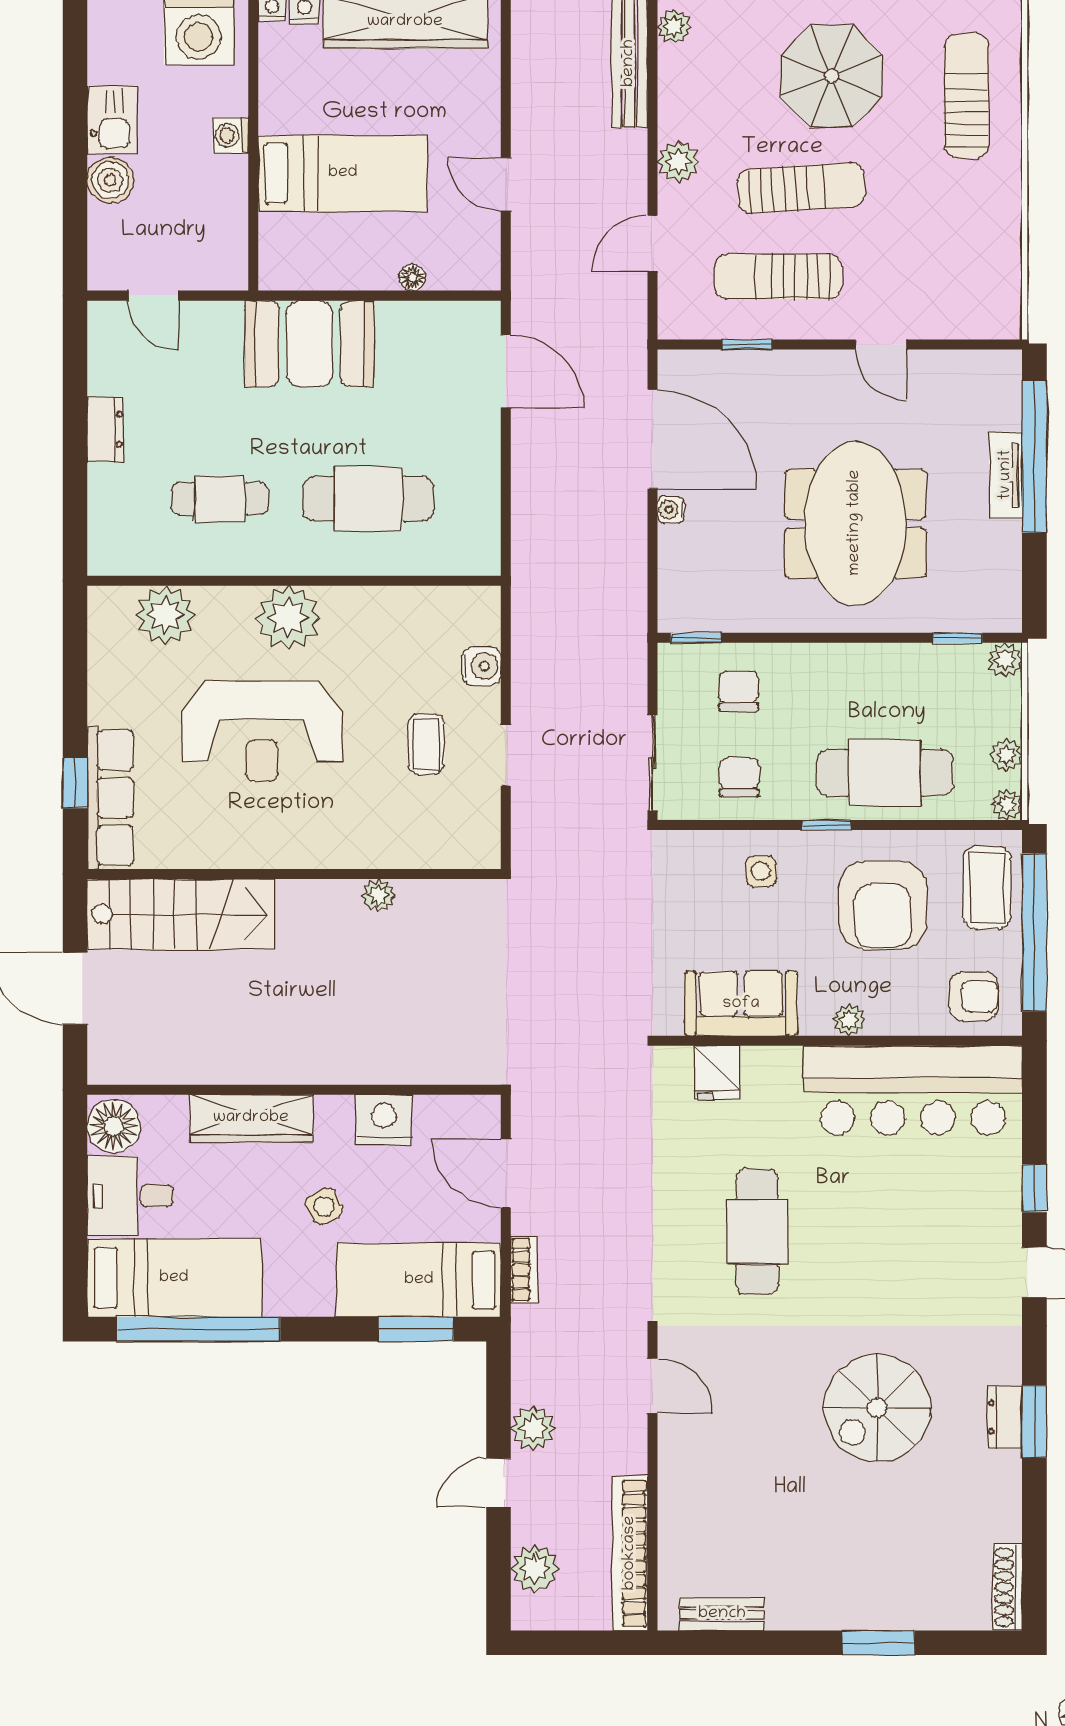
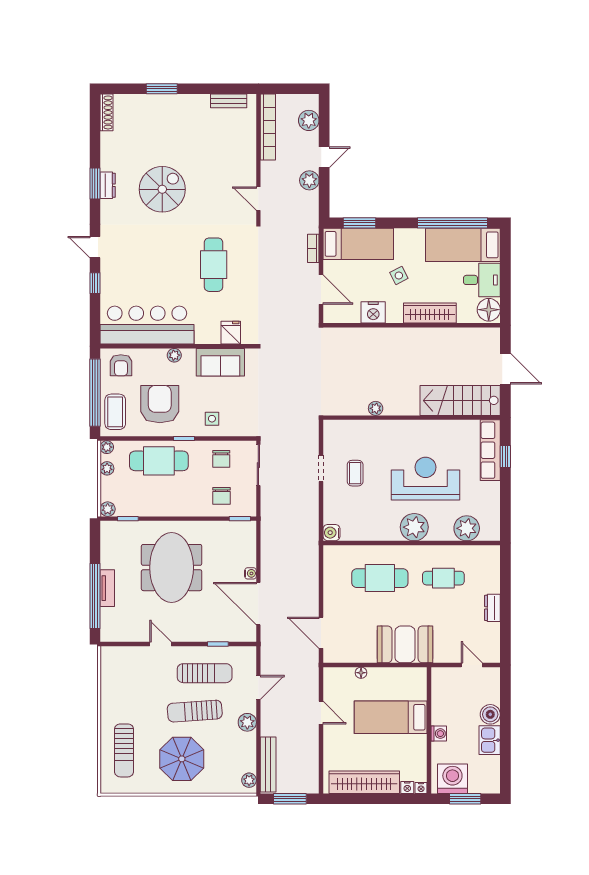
water cooler: (481, 666) -> (331, 533), moved
armchair: (974, 996) -> (121, 365), turned -90

